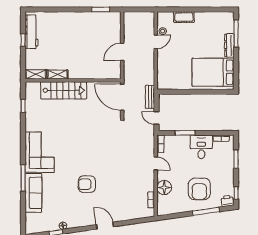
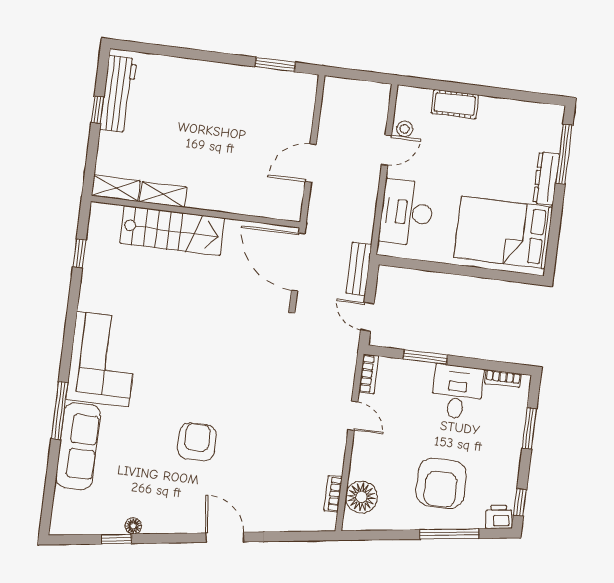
desk: (168, 69) -> (407, 212), added
armchair: (87, 184) -> (197, 442), turned 90
floor lamp: (164, 188) -> (361, 497), moved

